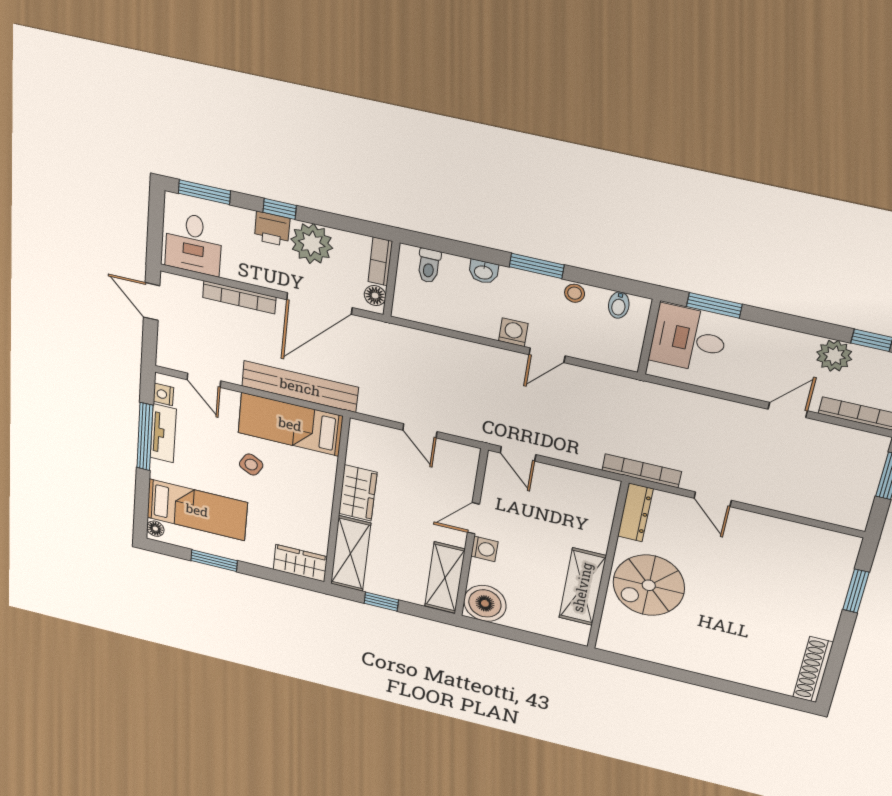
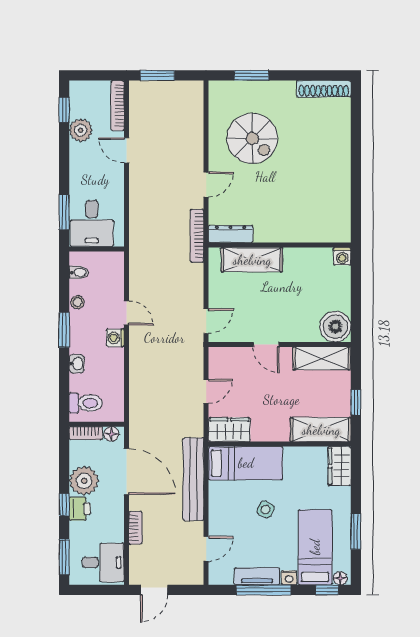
toilet: (429, 266) -> (86, 403), width x1.37, depth x1.39
bookcase: (239, 297) -> (135, 528), width x0.64
nightstand: (163, 394) -> (289, 578), moved
bed: (290, 424) -> (246, 463), moved, turned -90
wardrobe: (358, 493) -> (229, 430), moved
window: (141, 510) -> (327, 590), added
washing machine: (484, 549) -> (342, 256), moved, turned 180
spiral stairs: (649, 585) -> (252, 138), moved
shelving: (582, 587) -> (252, 260), moved

